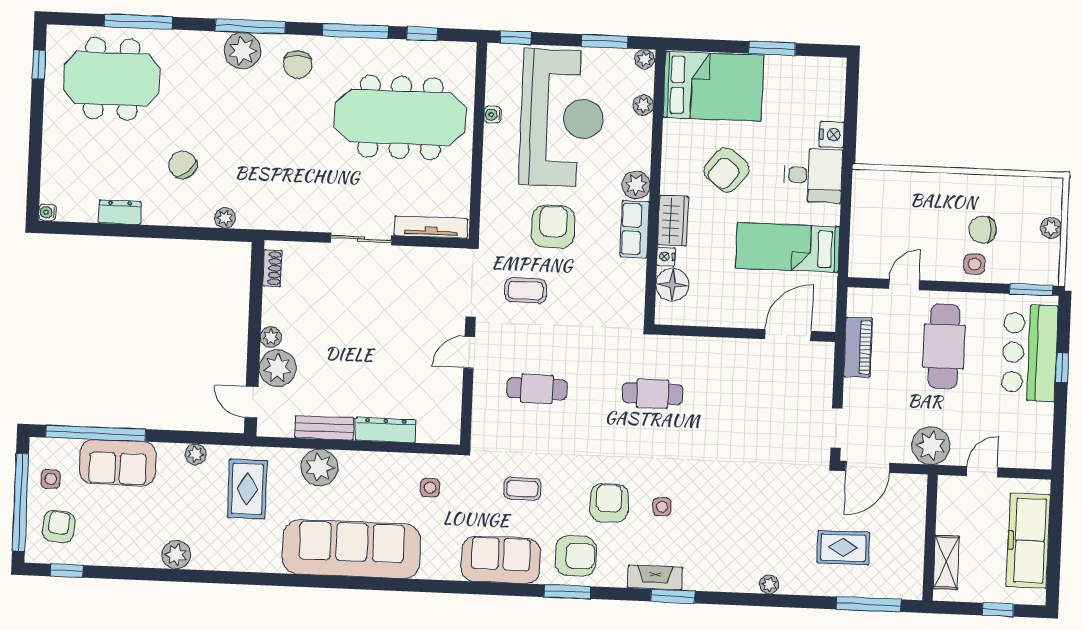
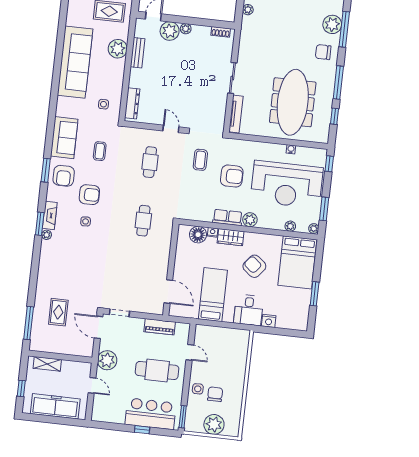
plant: (1051, 228) -> (214, 424), width x1.88, depth x1.88
dresser: (386, 430) -> (132, 103), moved
plant: (769, 584) -> (47, 235), moved

